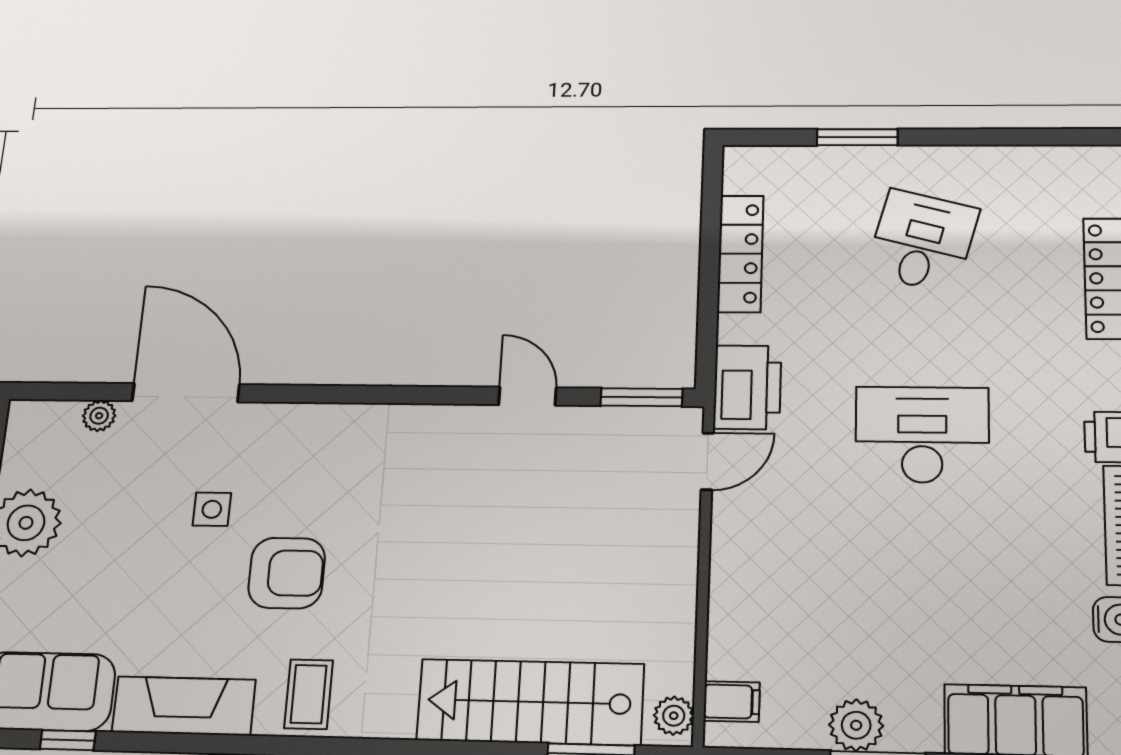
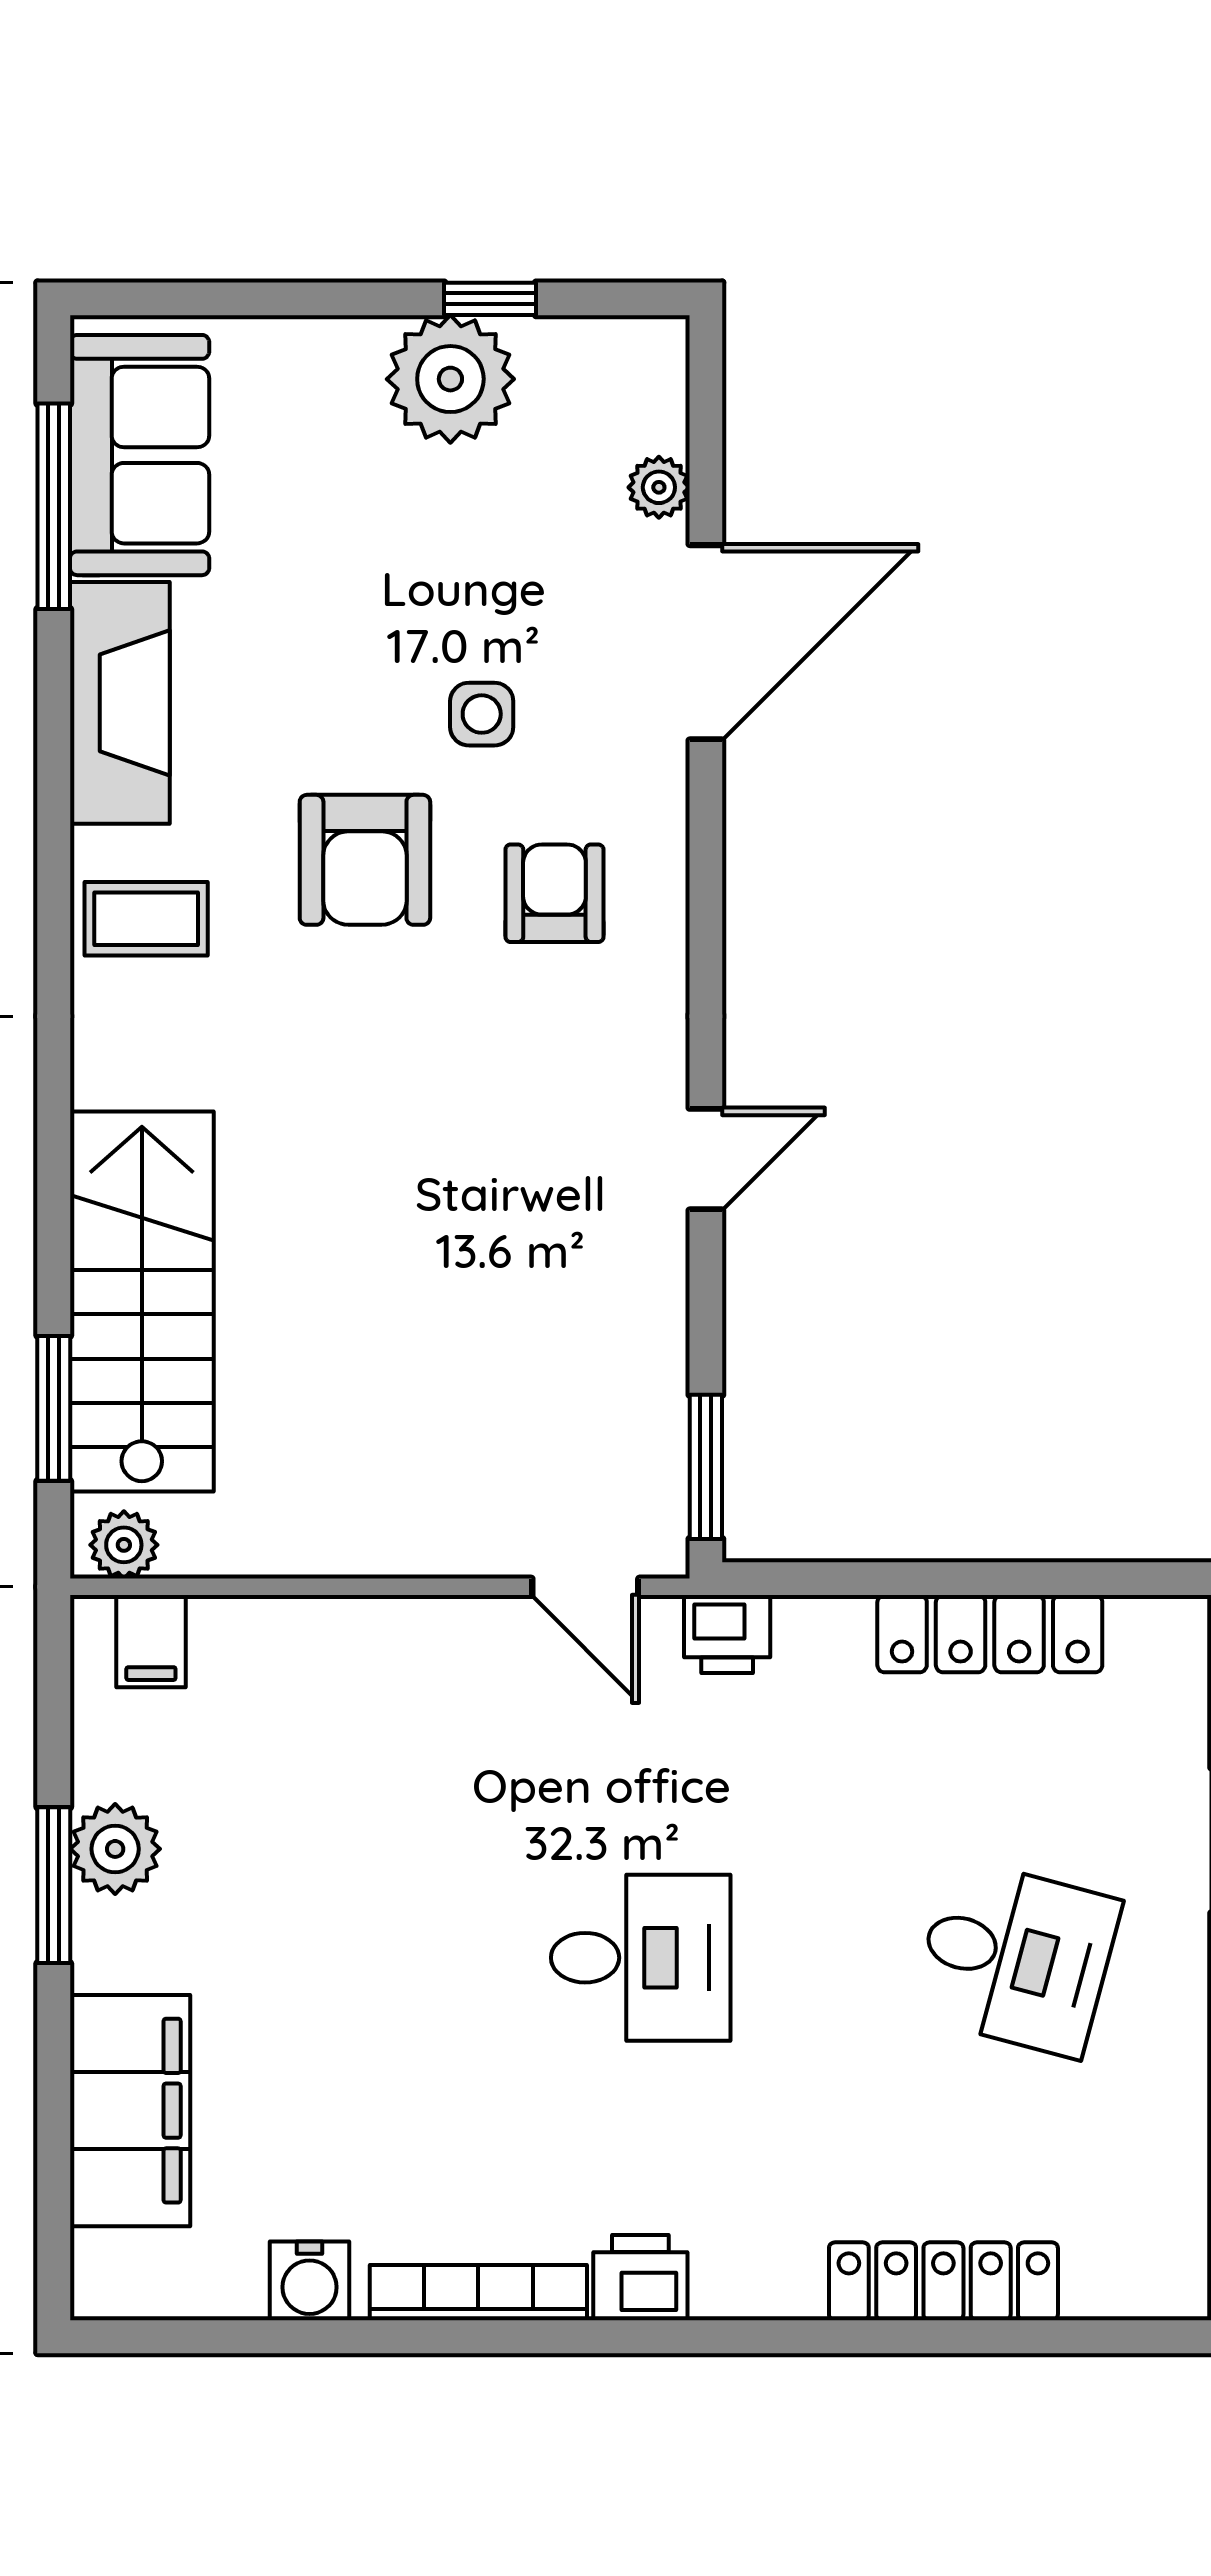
printer: (747, 387) -> (727, 1634), width x0.53, depth x0.68
door: (527, 396) -> (706, 1159), moved
desk: (922, 435) -> (641, 1958), width x0.73
armchair: (315, 472) -> (554, 893), added
window: (68, 740) -> (54, 506), width x2.17

